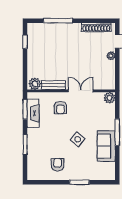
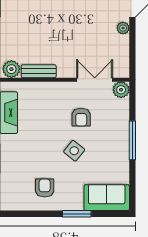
double door: (81, 91) -> (95, 80), moved
armchair: (60, 108) -> (81, 117), moved
sofa: (106, 146) -> (107, 198), moved, turned 90

